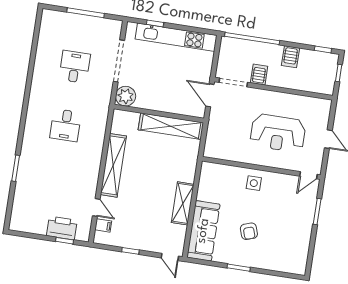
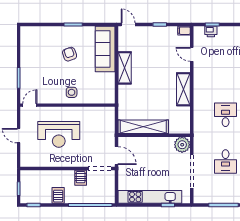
reception desk: (278, 133) -> (59, 134), turned 180
shelving: (113, 165) -> (183, 89), width x0.68
filing cabinet: (103, 225) -> (184, 31), moved
printer: (62, 228) -> (211, 32), width x0.53, depth x0.68

